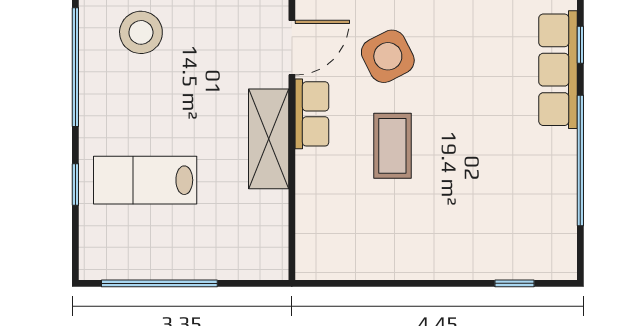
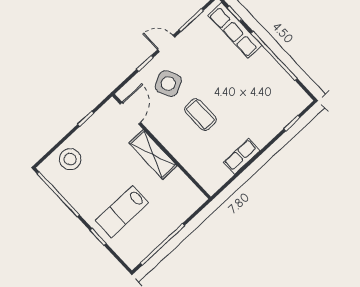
row of seats: (312, 114) -> (242, 156), moved, turned -90

